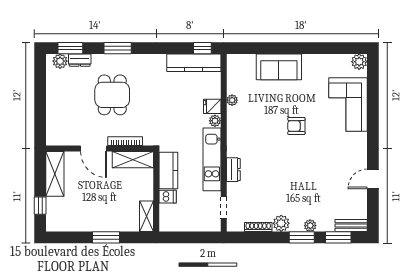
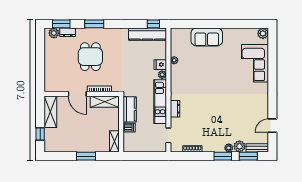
armchair: (296, 126) -> (219, 78), removed
door: (373, 179) -> (272, 126), moved
plant: (281, 223) -> (239, 146), moved

